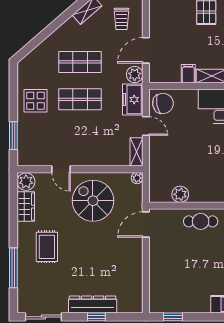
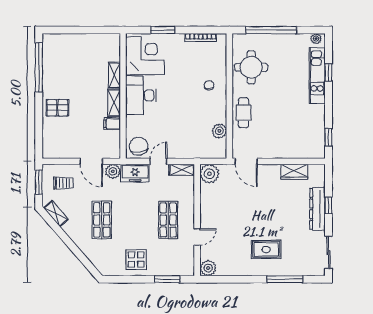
shop shelf: (80, 99) -> (168, 220), moved
plant: (137, 178) -> (209, 174), width x1.87, depth x1.87
spiral stairs: (93, 201) -> (225, 208), removed
wardrobe: (26, 207) -> (294, 172), moved, turned 180

